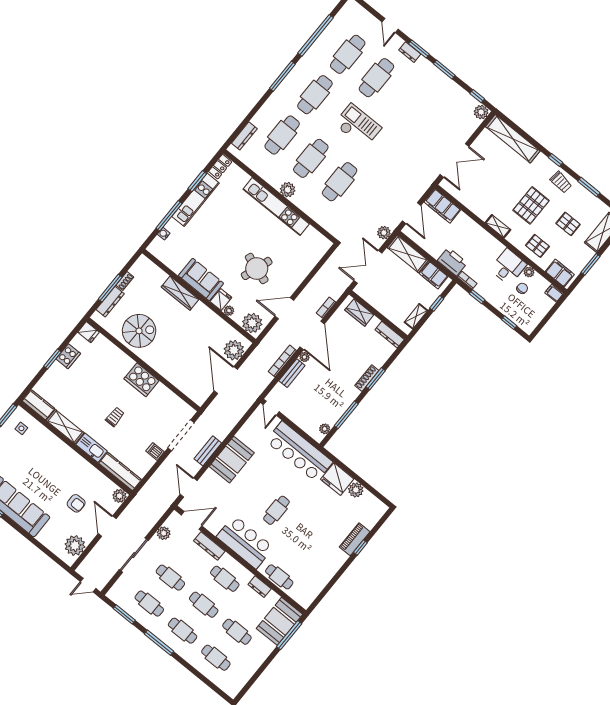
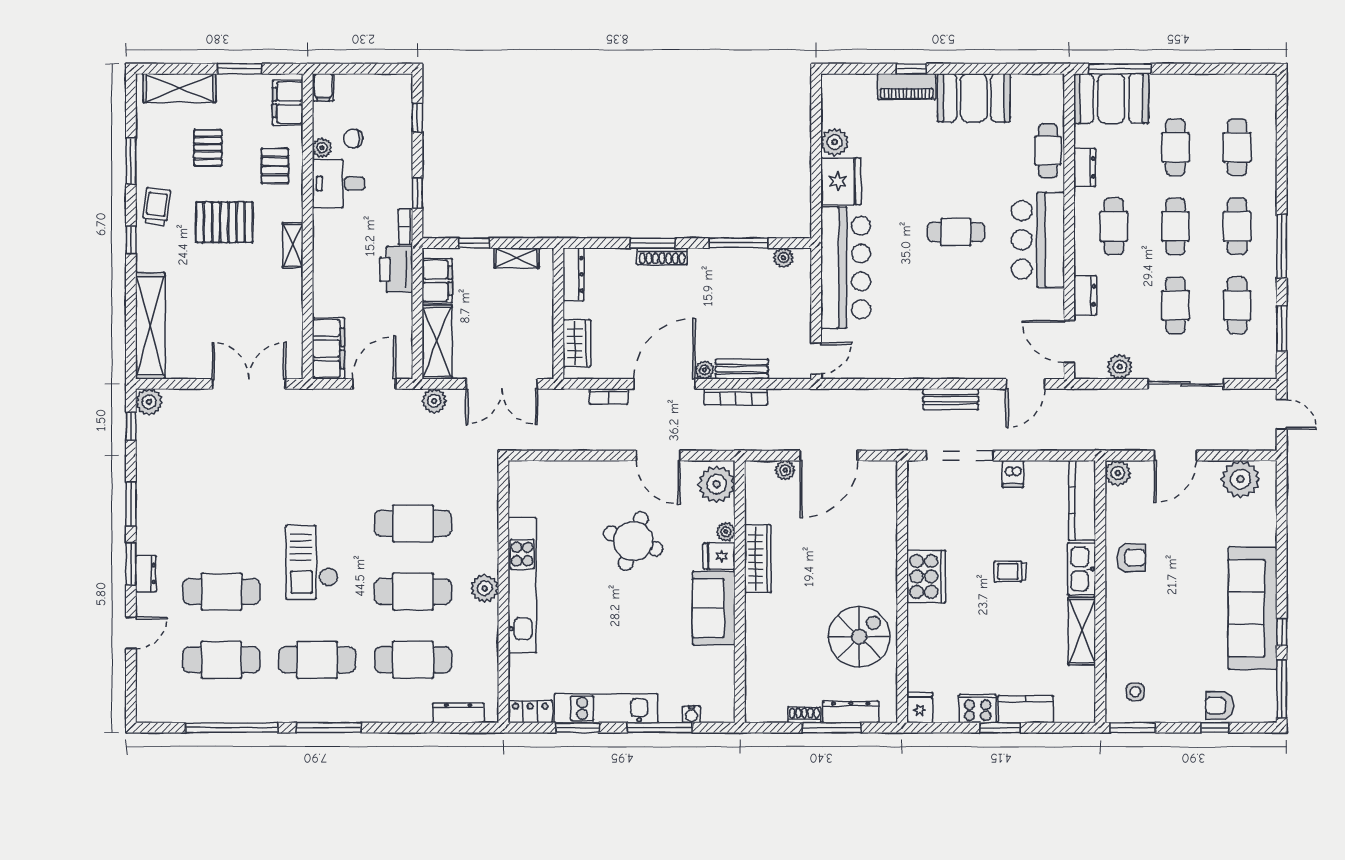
wardrobe: (180, 293) -> (758, 559), moved
spiral stairs: (139, 331) -> (859, 637), turned 90
plant: (234, 350) -> (785, 470), width x0.53, depth x0.53
kitchen counter: (38, 405) -> (1026, 709), moved, turned 90
booth: (232, 460) -> (974, 98), moved
armchair: (76, 503) -> (1131, 558), moved, turned 90
dresser: (209, 546) -> (1085, 295), width x0.70

